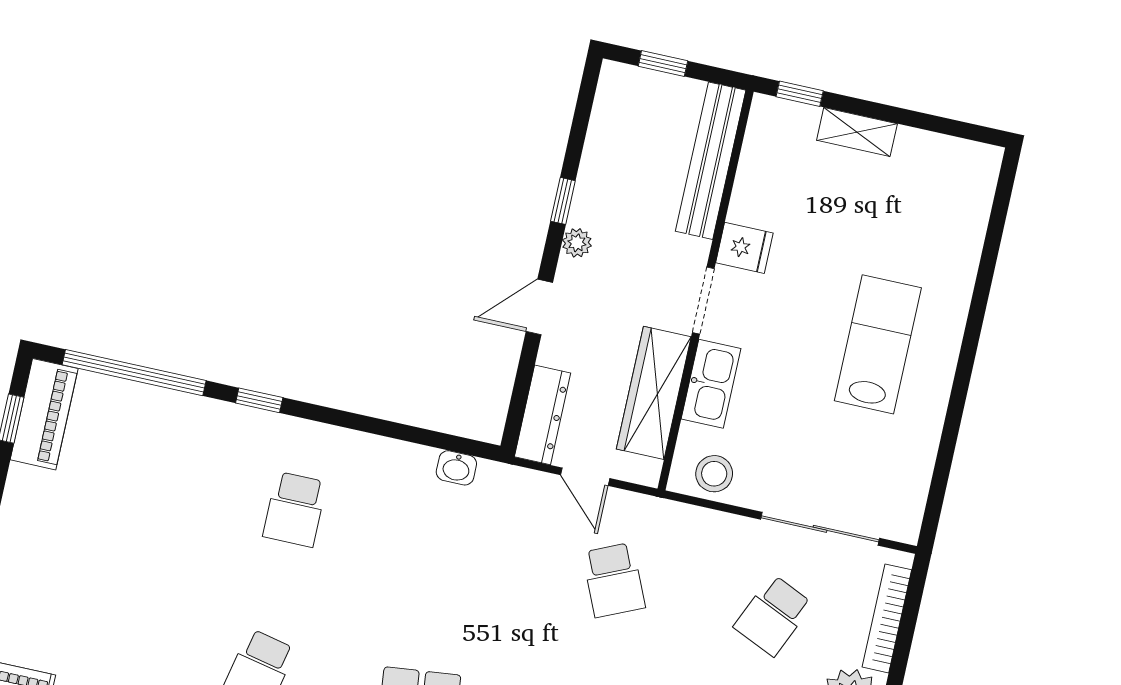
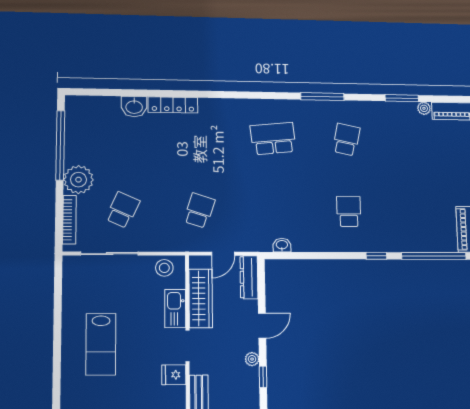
door: (585, 477) -> (223, 254), swing flipped
school desk: (614, 580) -> (199, 211), turned 42

